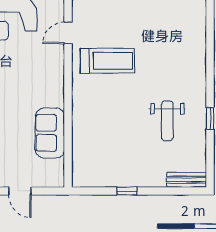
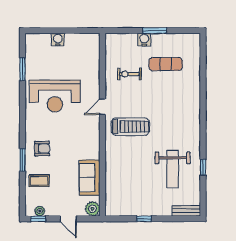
weight bench: (167, 121) -> (173, 169), width x1.36, depth x1.33
plant: (54, 177) -> (92, 209), added

